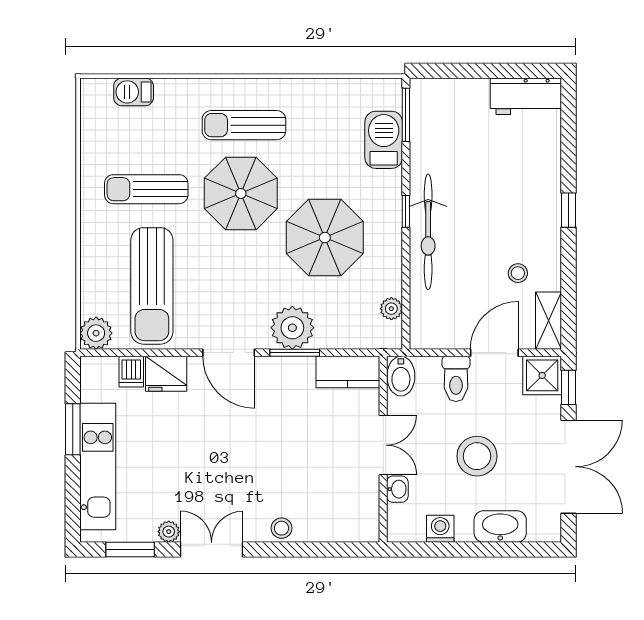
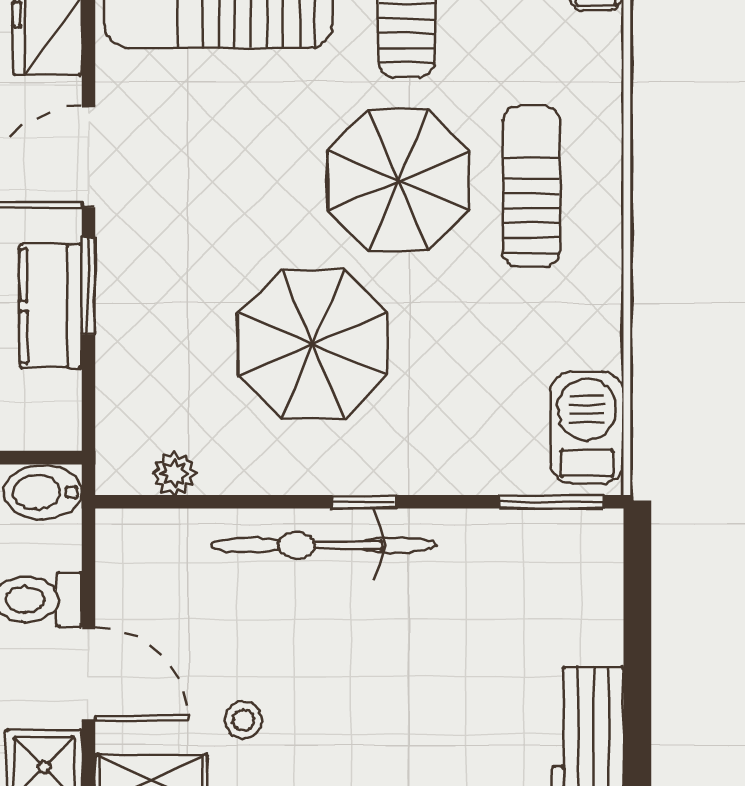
barbecue: (384, 140) -> (587, 427), moved, turned -90
plant: (292, 328) -> (137, 281), removed
kitchen counter: (348, 372) -> (51, 306), moved

